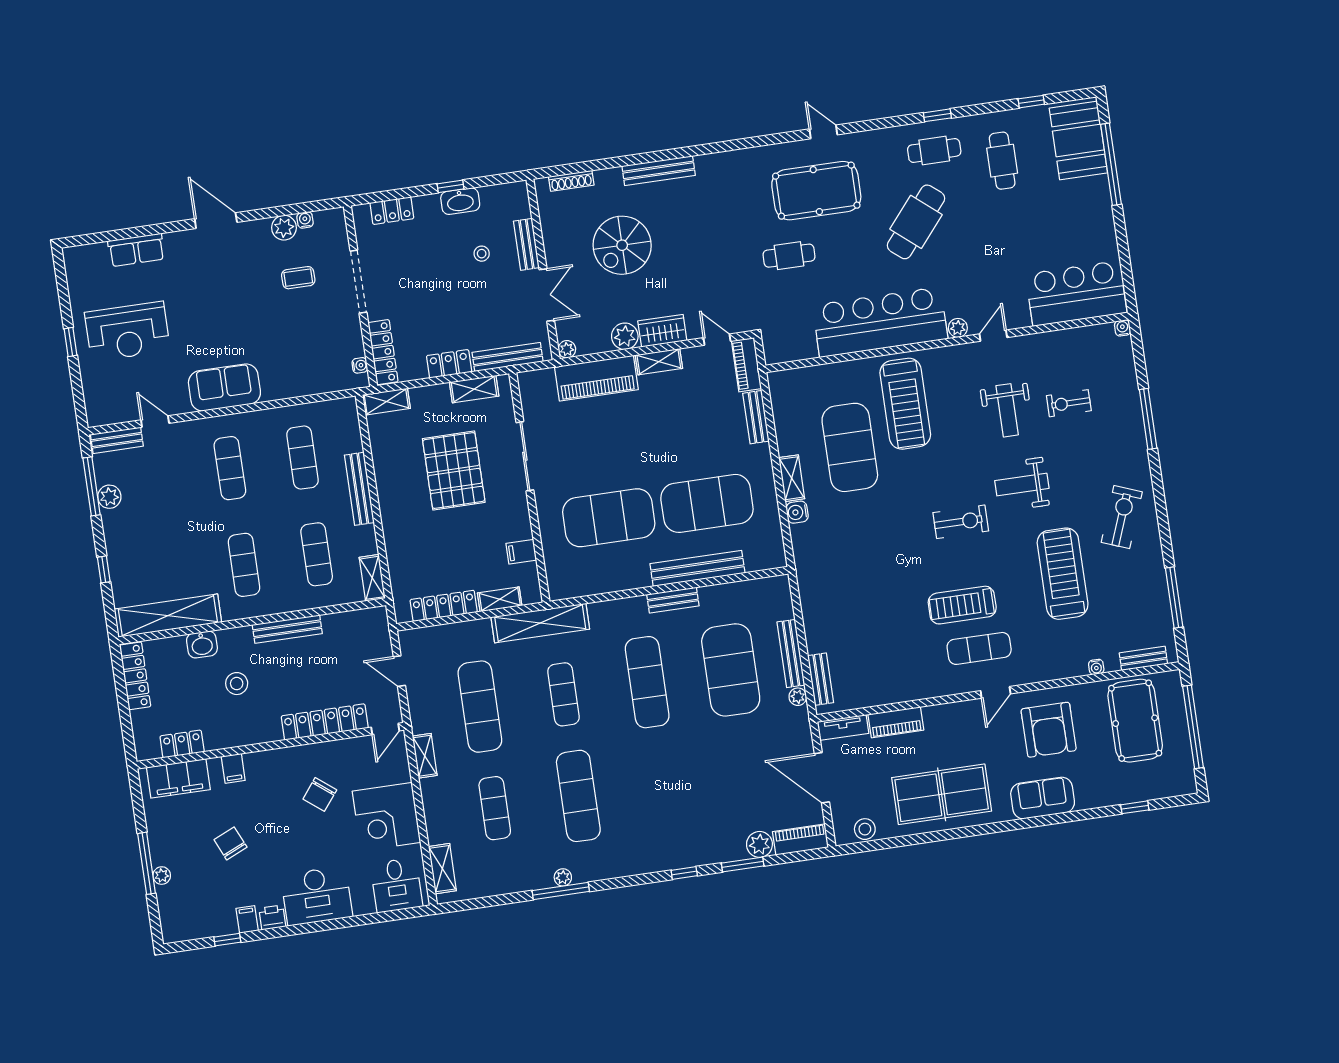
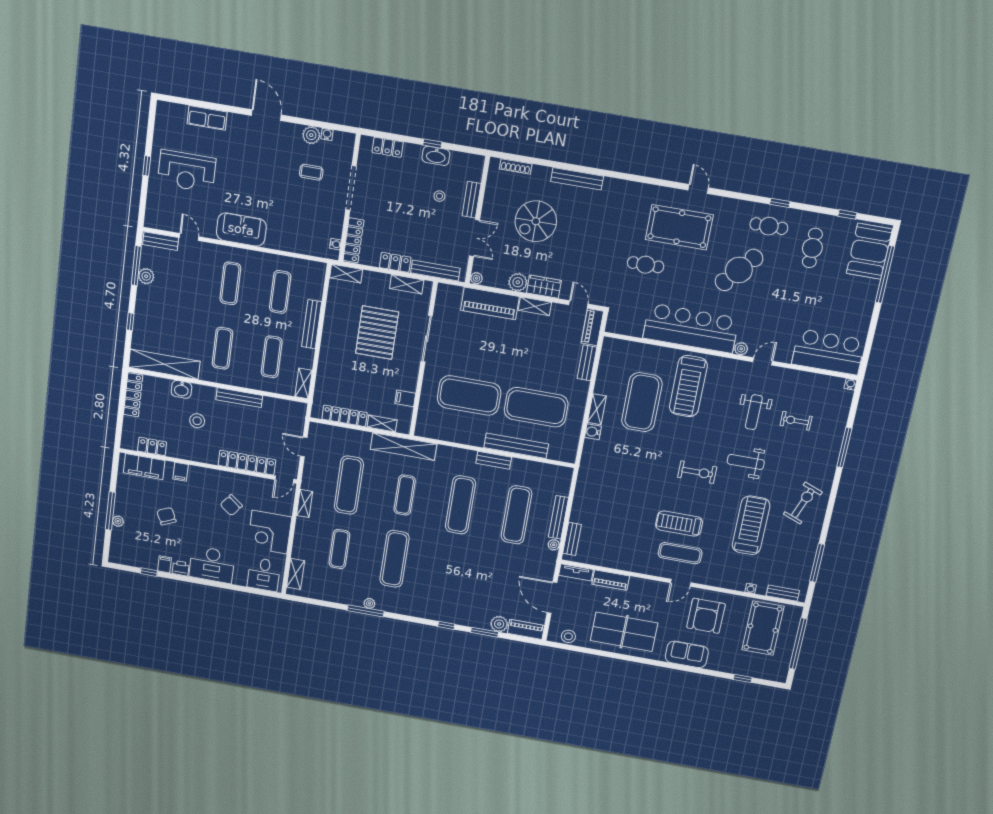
exercise mat: (731, 670) -> (516, 515), width x0.68

